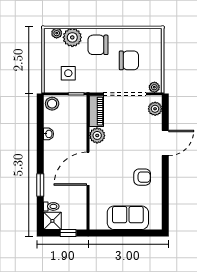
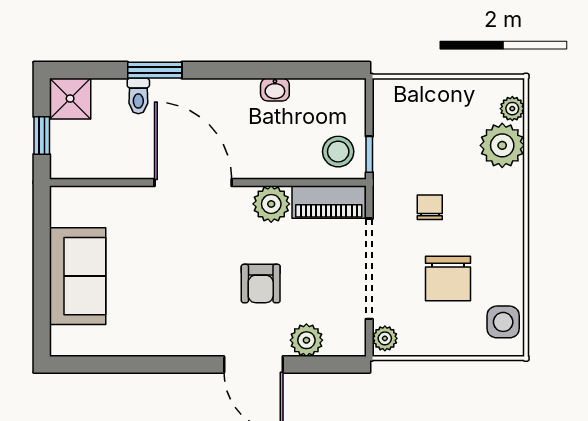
chair: (98, 45) -> (430, 207), moved, width x0.54, depth x0.54
side table: (68, 73) -> (503, 322), moved
stool: (52, 104) -> (338, 152), moved
plant: (155, 109) -> (306, 340), moved
armchair: (142, 177) -> (261, 284), moved
toilet: (51, 206) -> (138, 96), moved

